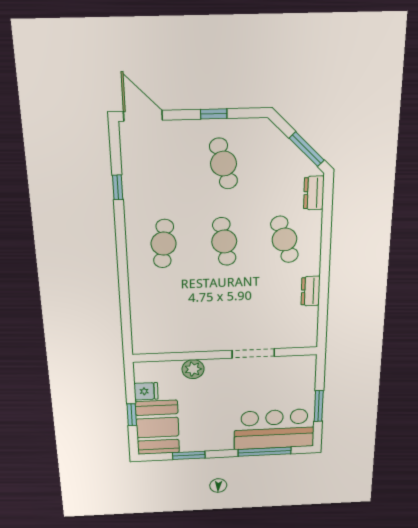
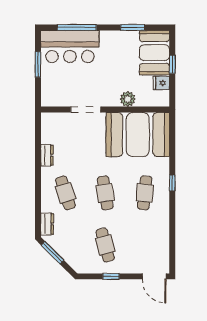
window: (118, 187) -> (172, 183), moved
booth: (177, 324) -> (138, 135), added

